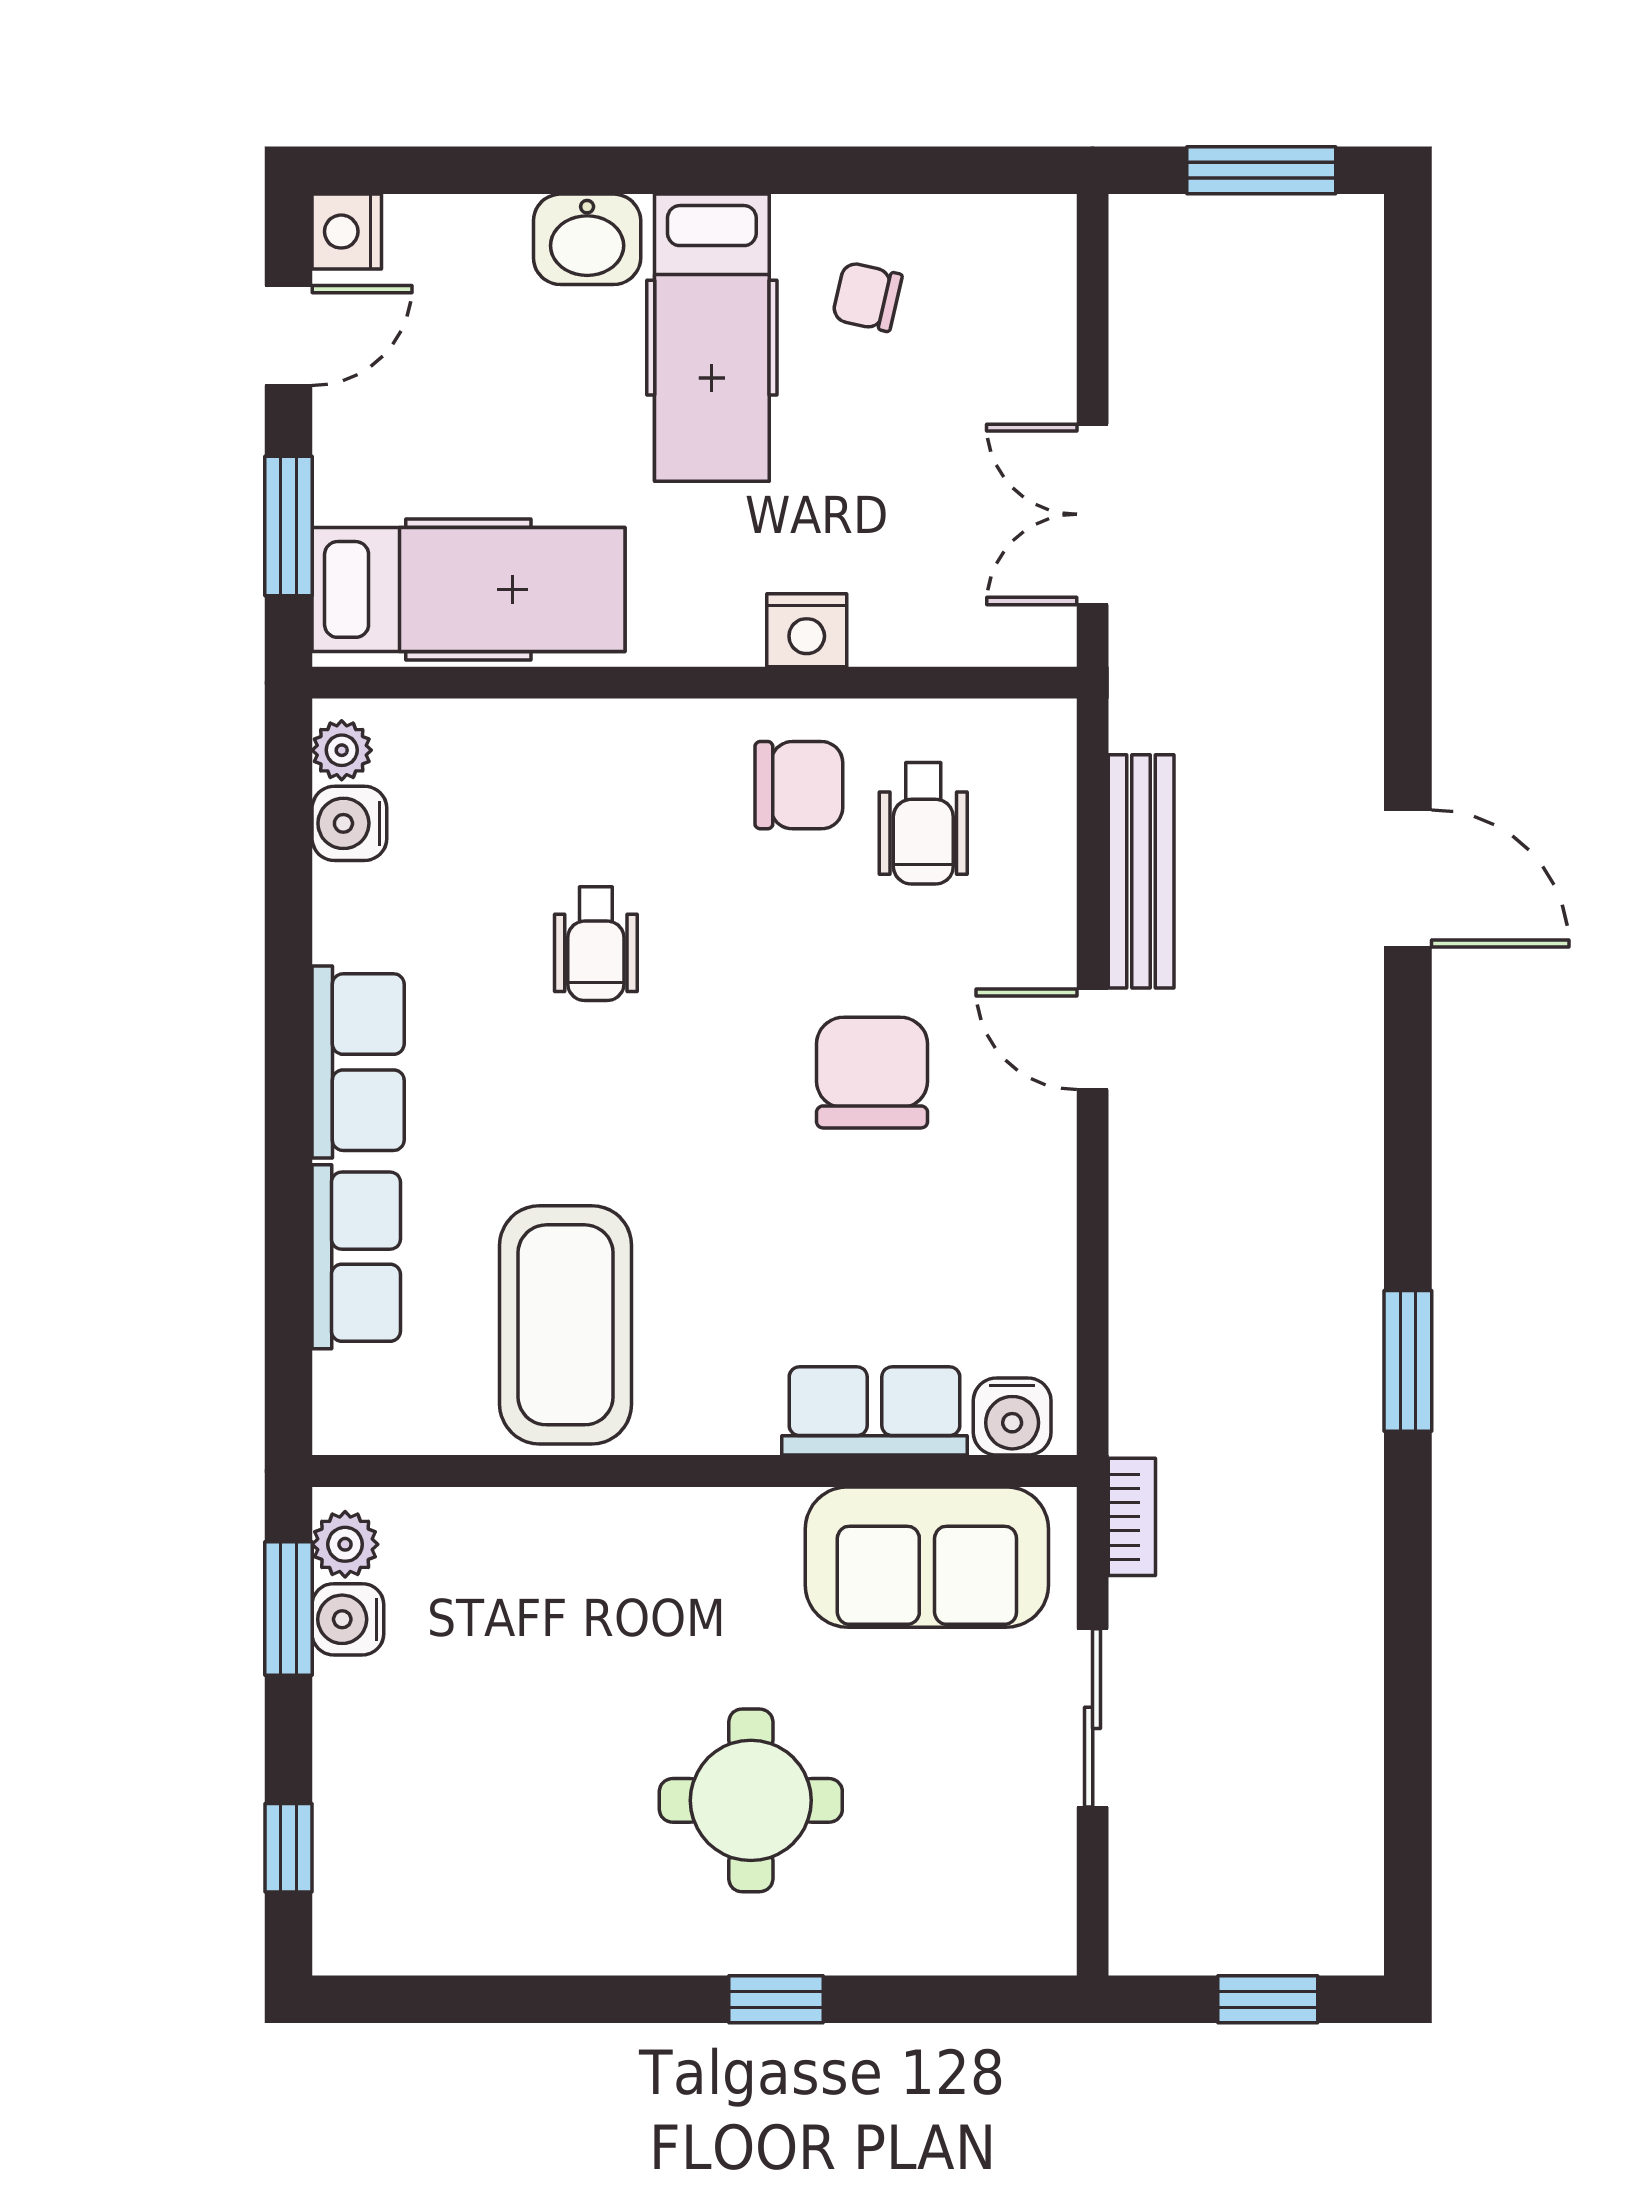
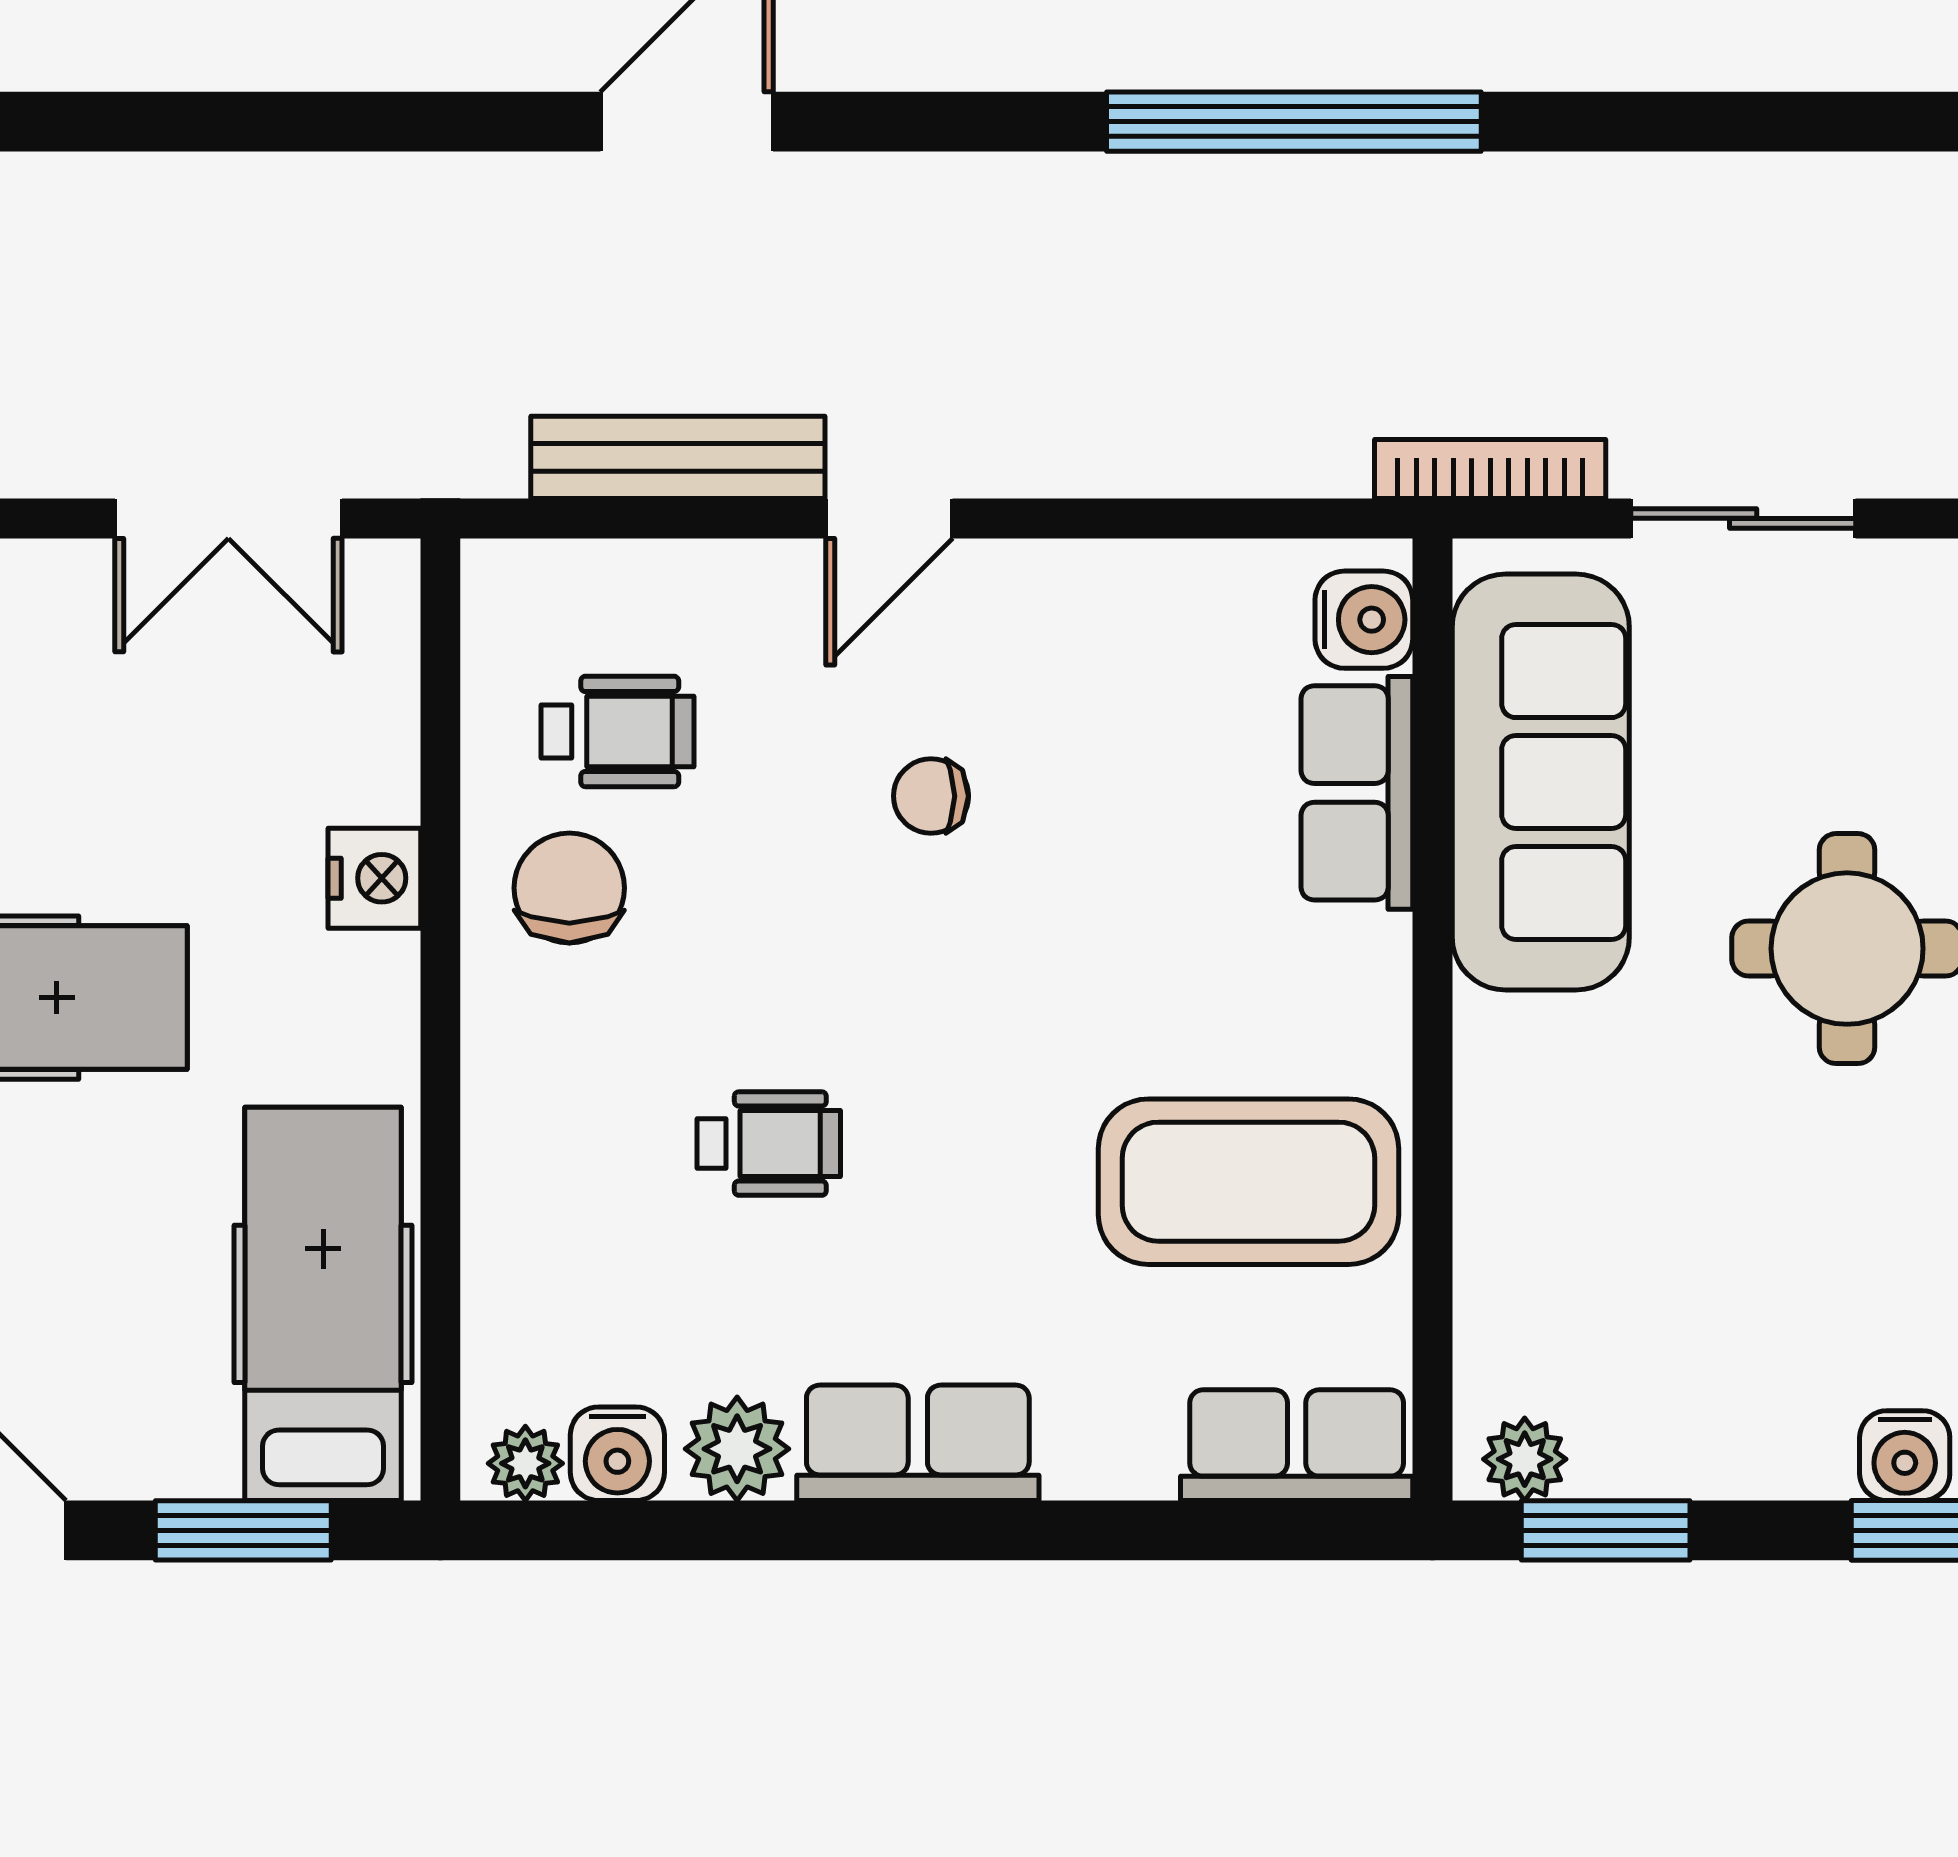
plant: (353, 918) -> (737, 1449), added
chair: (872, 1073) -> (931, 796), width x0.54, depth x0.54
row of seats: (356, 1257) -> (1297, 1445), moved
window: (1408, 1361) -> (1294, 122), width x2.11
bookcase: (1132, 1517) -> (1490, 469), width x1.56
sofa: (927, 1557) -> (1541, 782), width x1.36
water cooler: (348, 1619) -> (1905, 1456), moved

